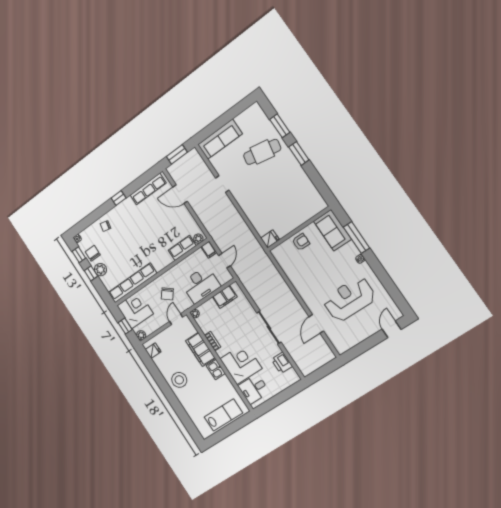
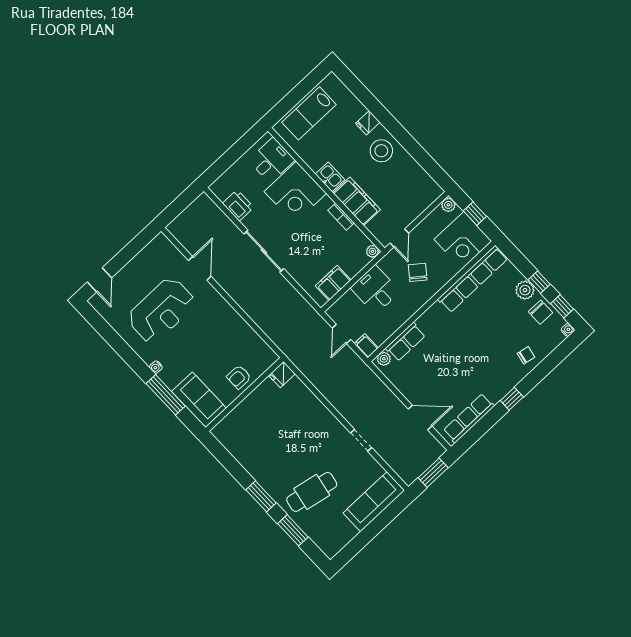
desk: (201, 285) -> (375, 290), width x0.73
fridge: (153, 351) -> (368, 123), moved

